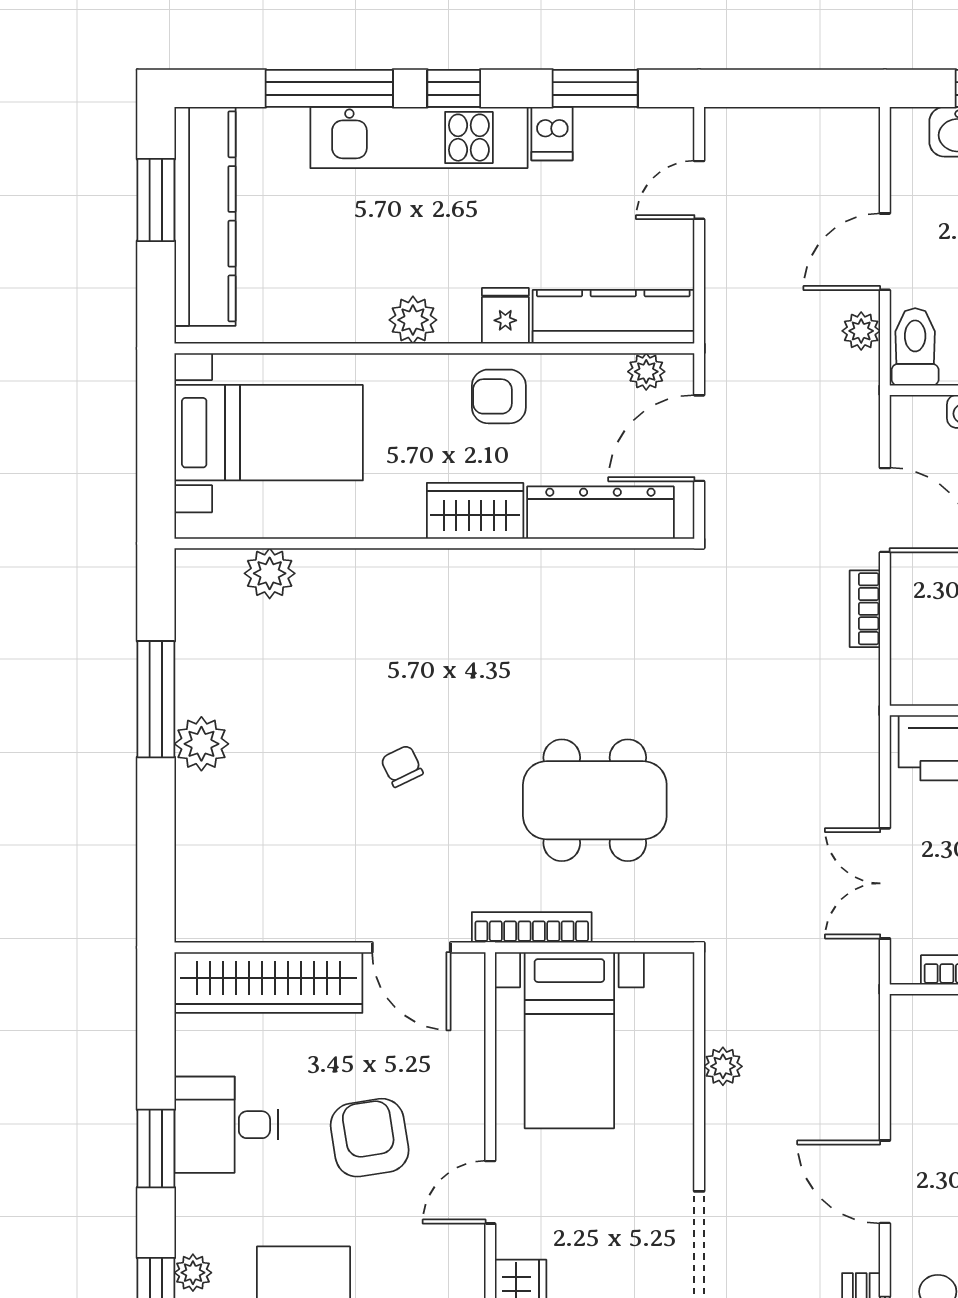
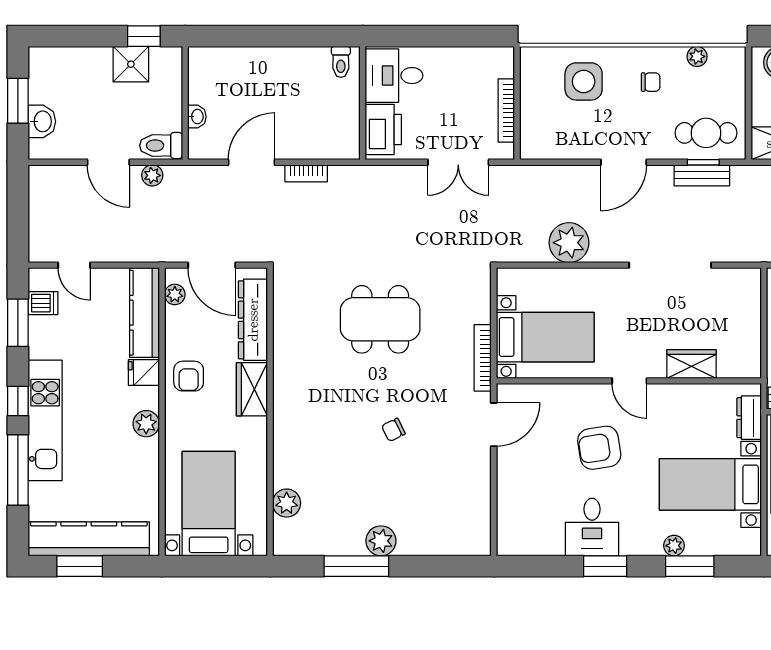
dishwasher: (552, 134) -> (43, 303), moved
dining table: (595, 800) -> (380, 319), moved, turned 90
wardrobe: (268, 982) -> (513, 504), removed
plant: (723, 1066) -> (569, 243), width x1.88, depth x1.88

